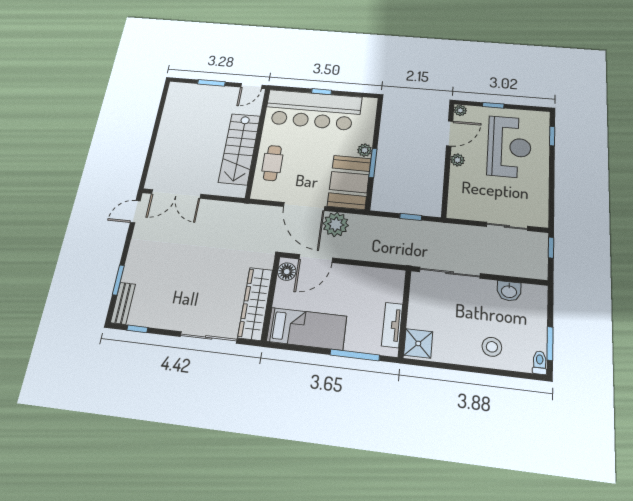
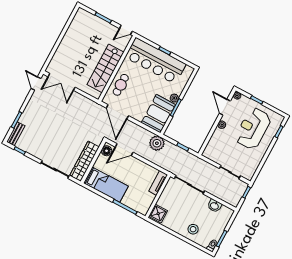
door: (450, 133) -> (225, 107), swing flipped
reception desk: (509, 147) -> (253, 128), turned 180
door: (304, 207) -> (117, 112), moved
door: (135, 212) -> (36, 84), hinge flipped
plant: (336, 224) -> (157, 143), moved
tv unit: (392, 325) -> (158, 183), moved

